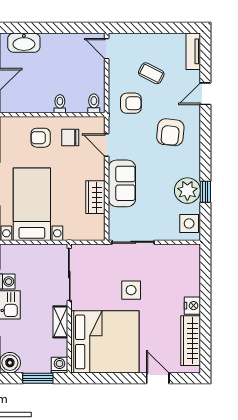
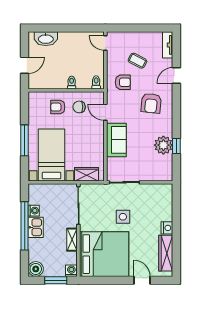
wardrobe: (95, 197) -> (86, 174), moved, turned 90
side table: (189, 223) -> (165, 169), removed

